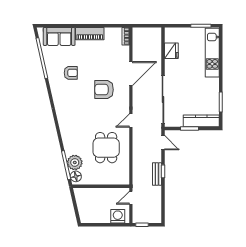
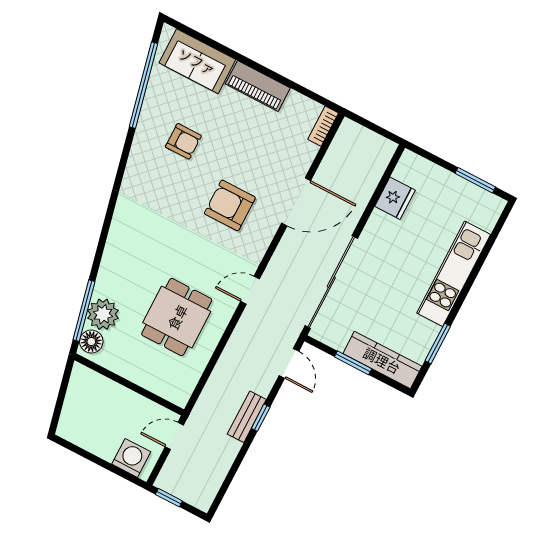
kitchen unit: (212, 53) -> (454, 274), moved

